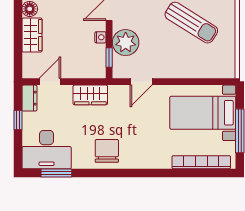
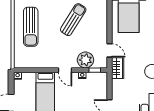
wardrobe: (90, 95) -> (118, 68), moved

